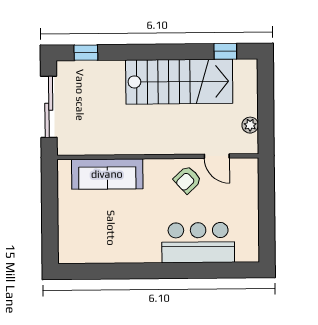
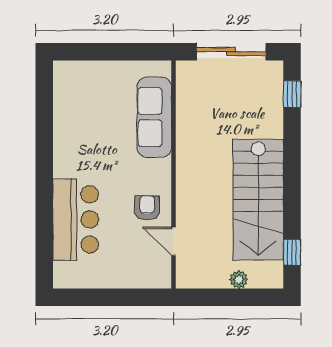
plant: (250, 125) -> (239, 280), moved
door: (217, 156) -> (174, 241), hinge flipped
armchair: (187, 180) -> (147, 208), turned 43

